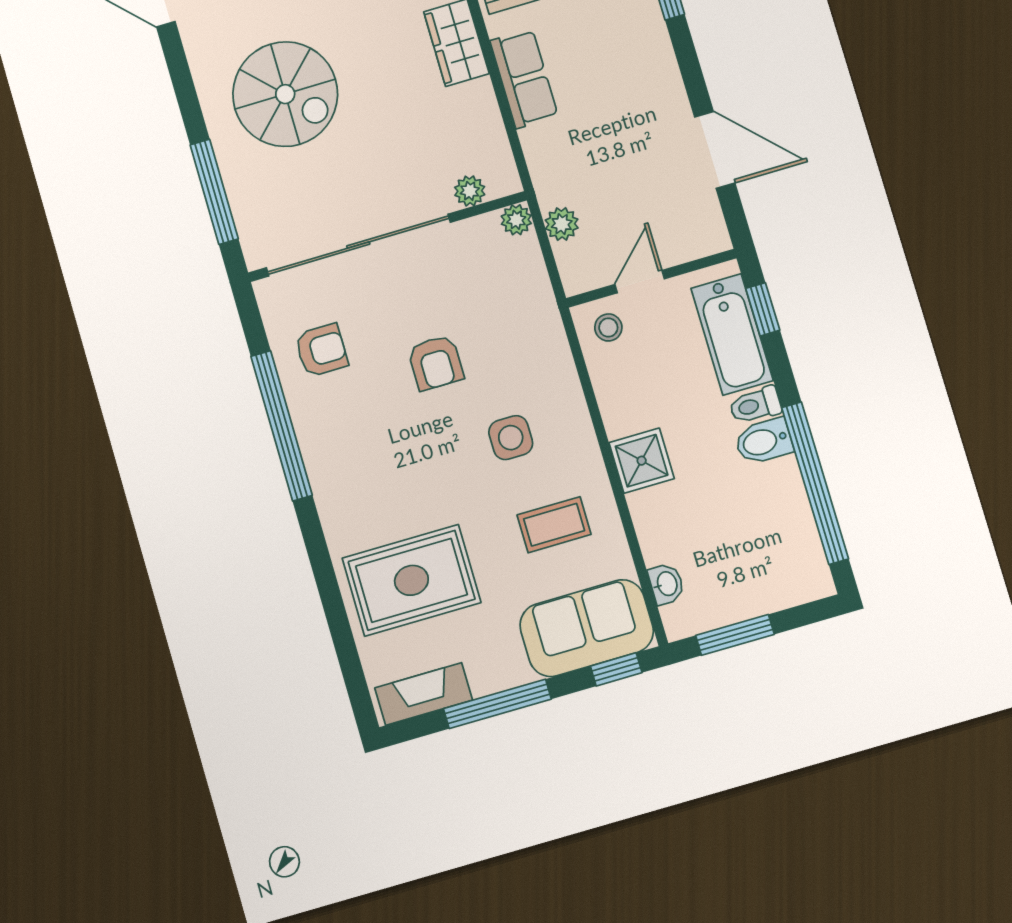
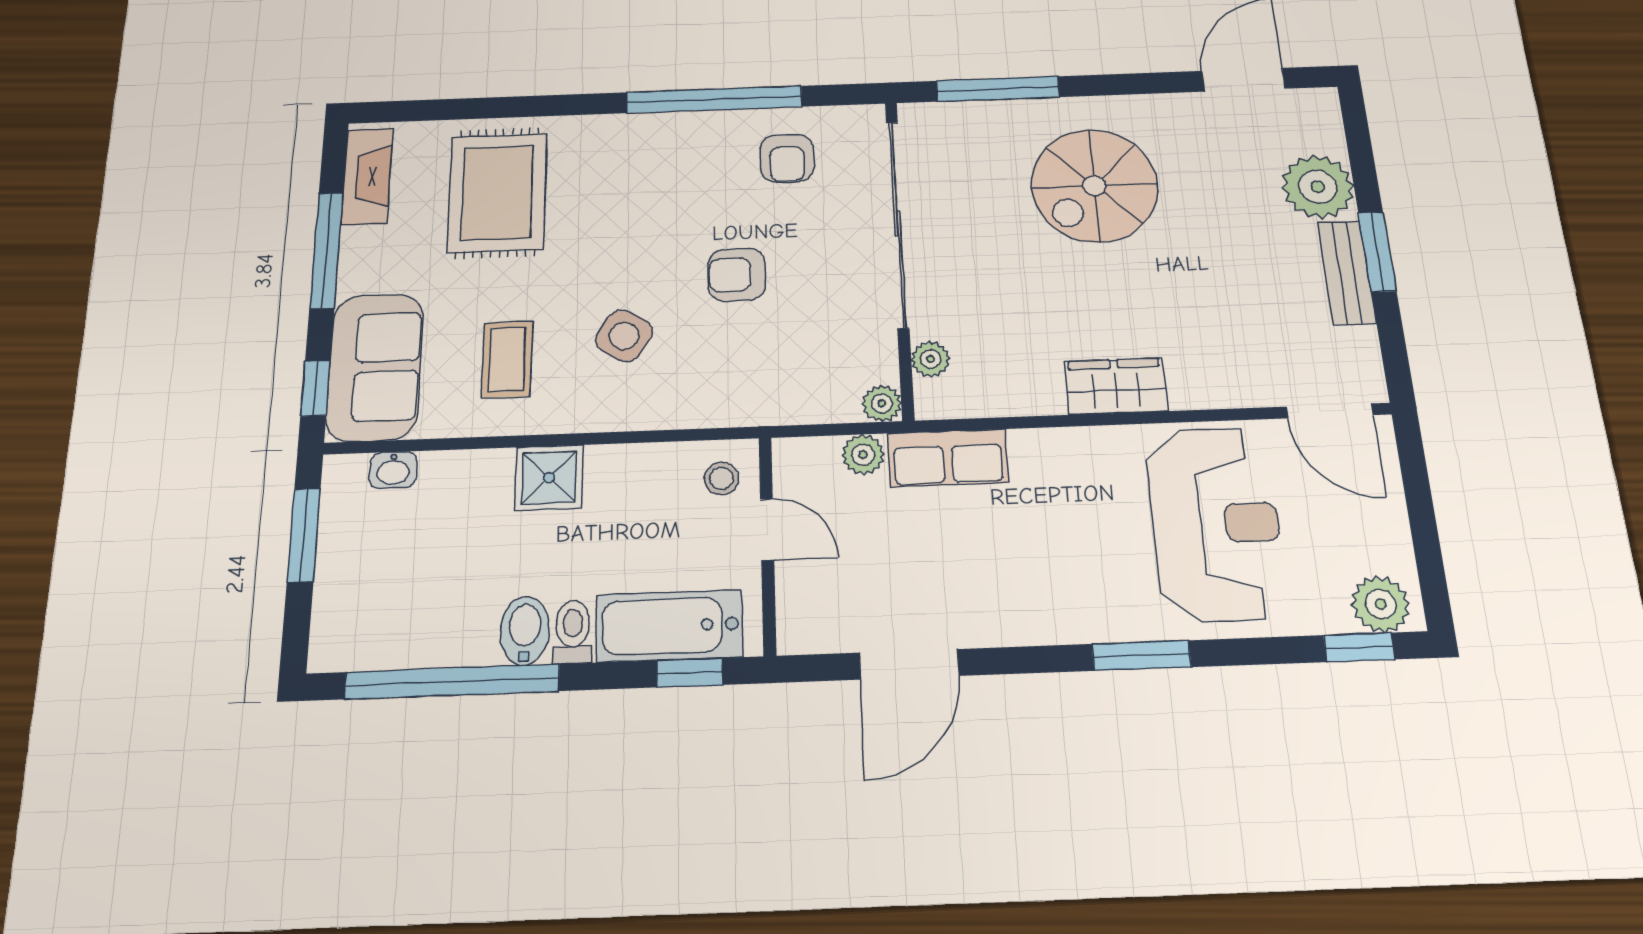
row of seats: (524, 79) -> (948, 458), moved
side table: (511, 438) -> (624, 336), turned 32

